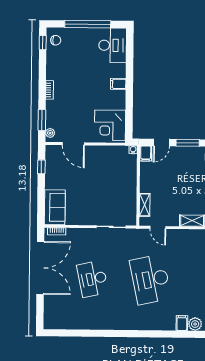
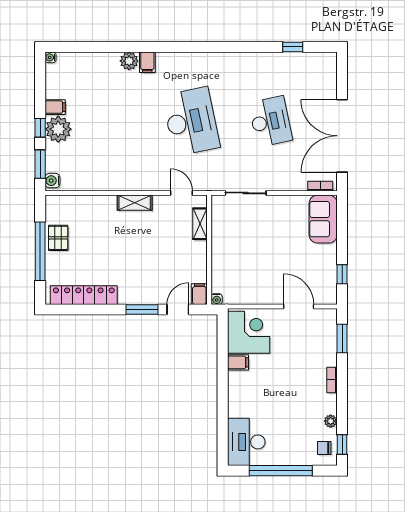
filing cabinet: (118, 84) -> (238, 362), moved
plant: (50, 133) -> (331, 421), moved
window: (76, 333) -> (293, 47), added

